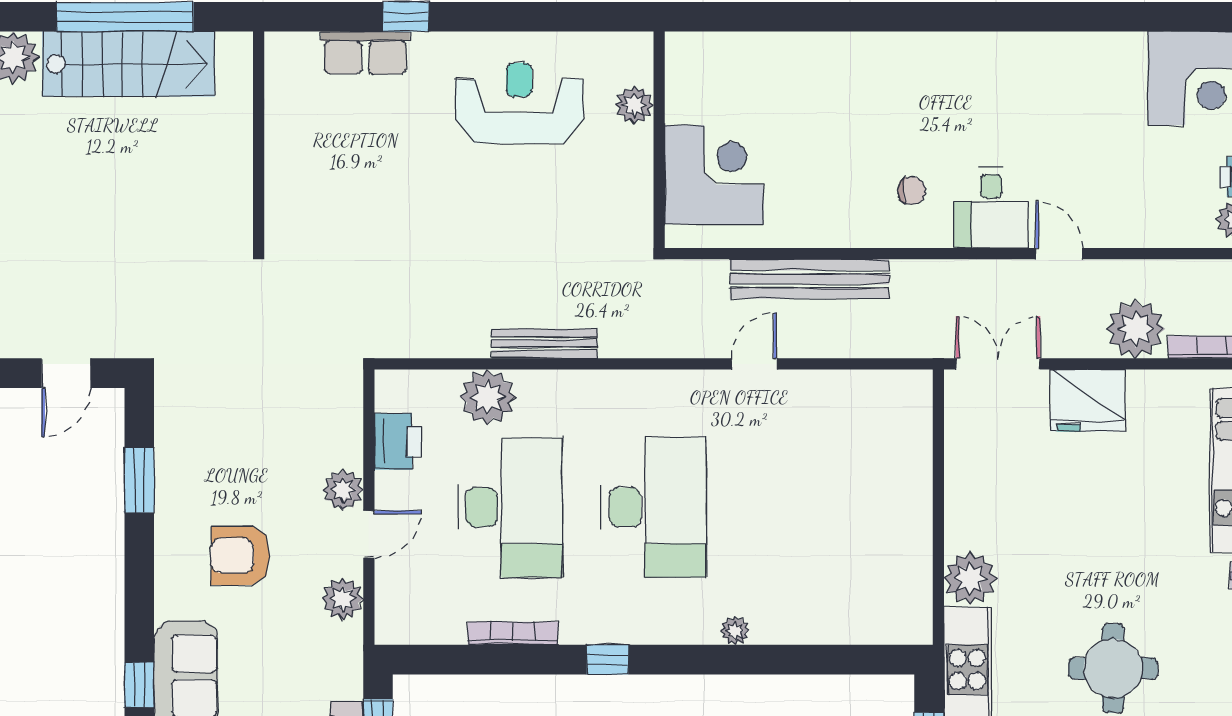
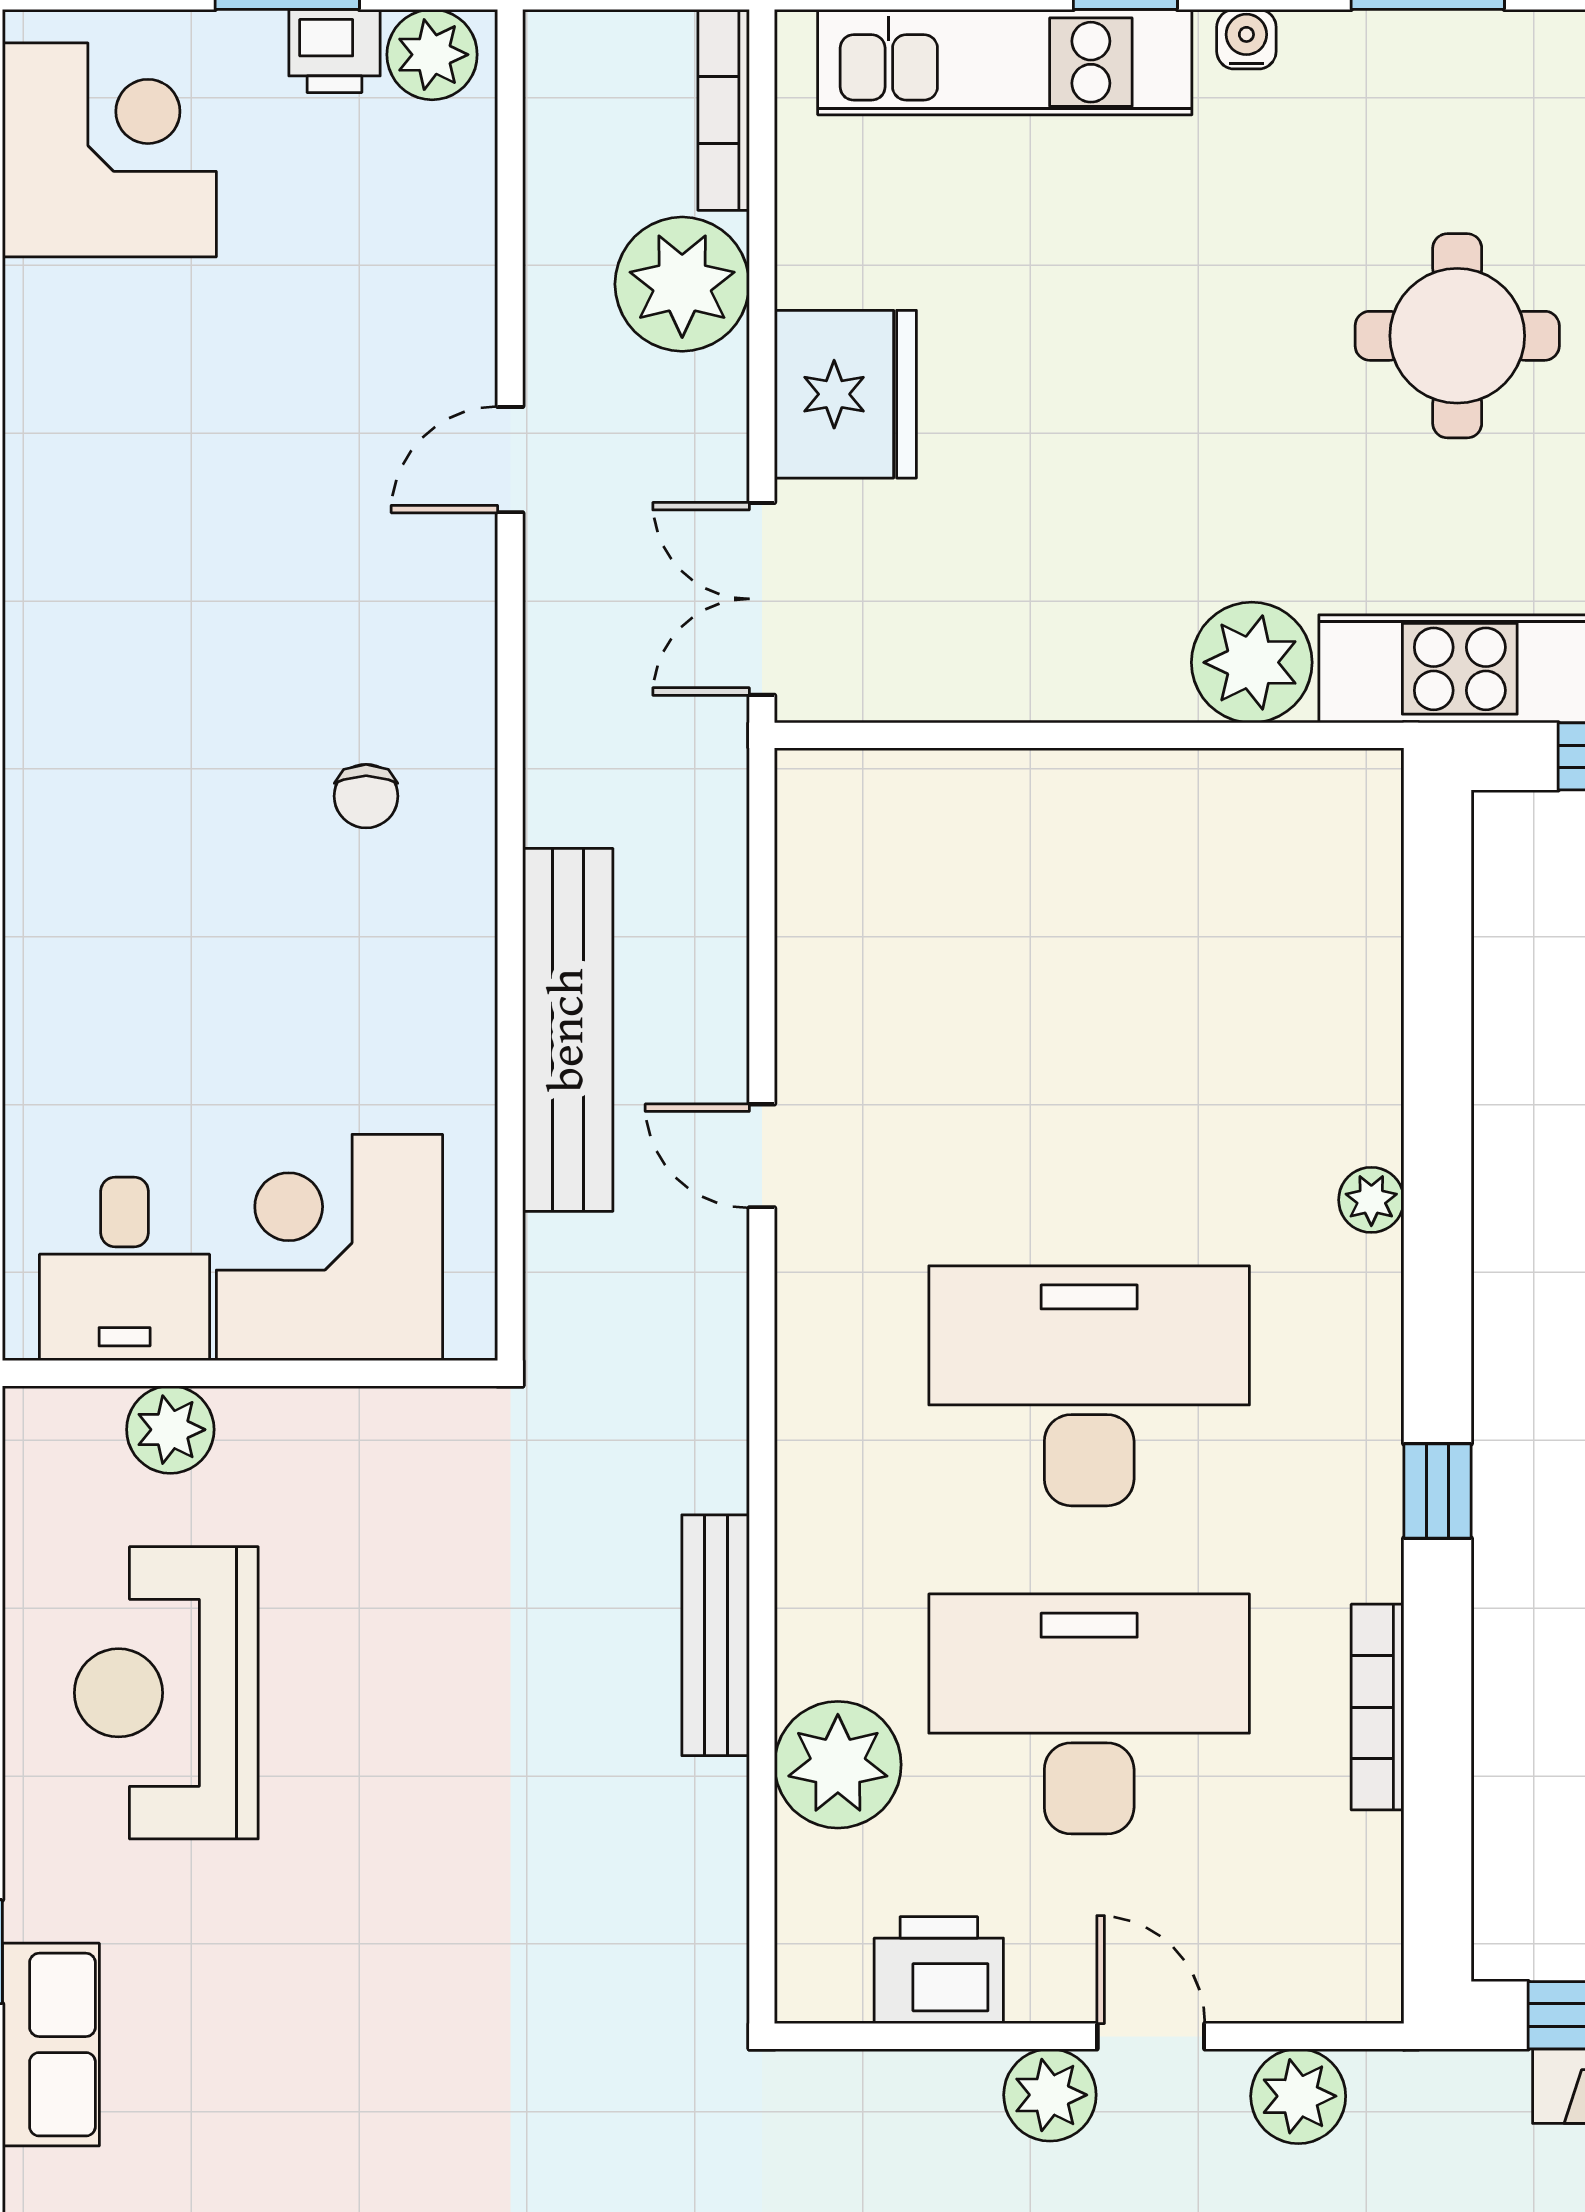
chair: (912, 191) -> (366, 796), turned 180
desk: (991, 208) -> (125, 1269), moved, turned 90

